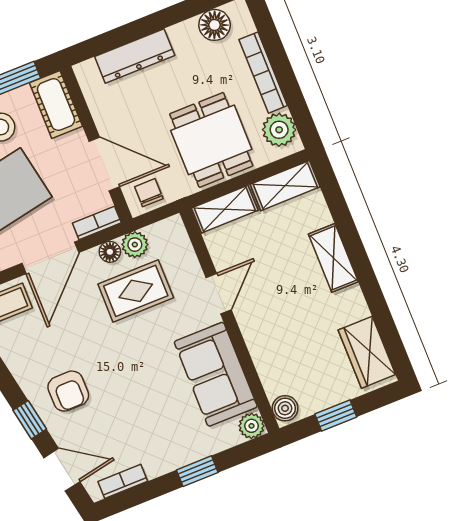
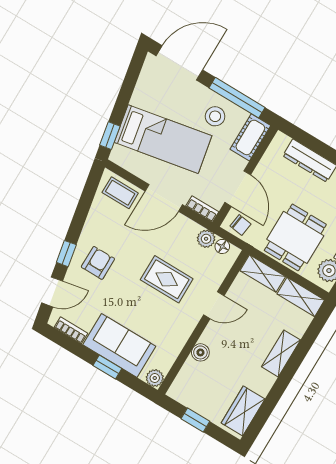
chair: (149, 193) -> (240, 225), turned 98
floor lamp: (110, 252) -> (222, 246), moved
rug: (136, 291) -> (167, 279), moved
sofa: (216, 374) -> (119, 345), moved, turned 90
armchair: (68, 391) -> (98, 263), turned 180
boiler: (285, 408) -> (200, 352), moved
door: (62, 470) -> (52, 292), hinge flipped

